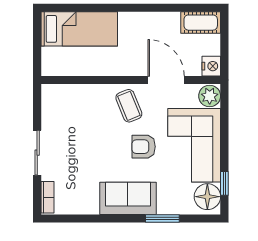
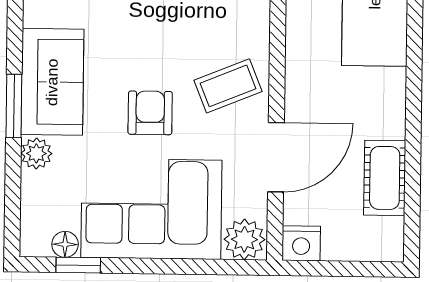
cot: (201, 23) -> (385, 178), moved
floor lamp: (207, 197) -> (65, 244), width x0.53, depth x0.53
plant: (166, 206) -> (36, 153), added
window: (162, 218) -> (14, 106), moved

